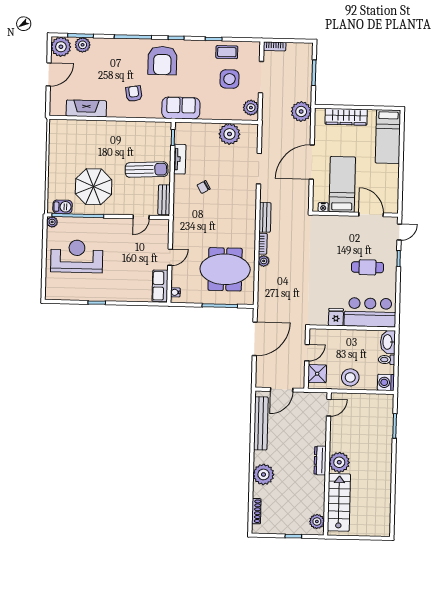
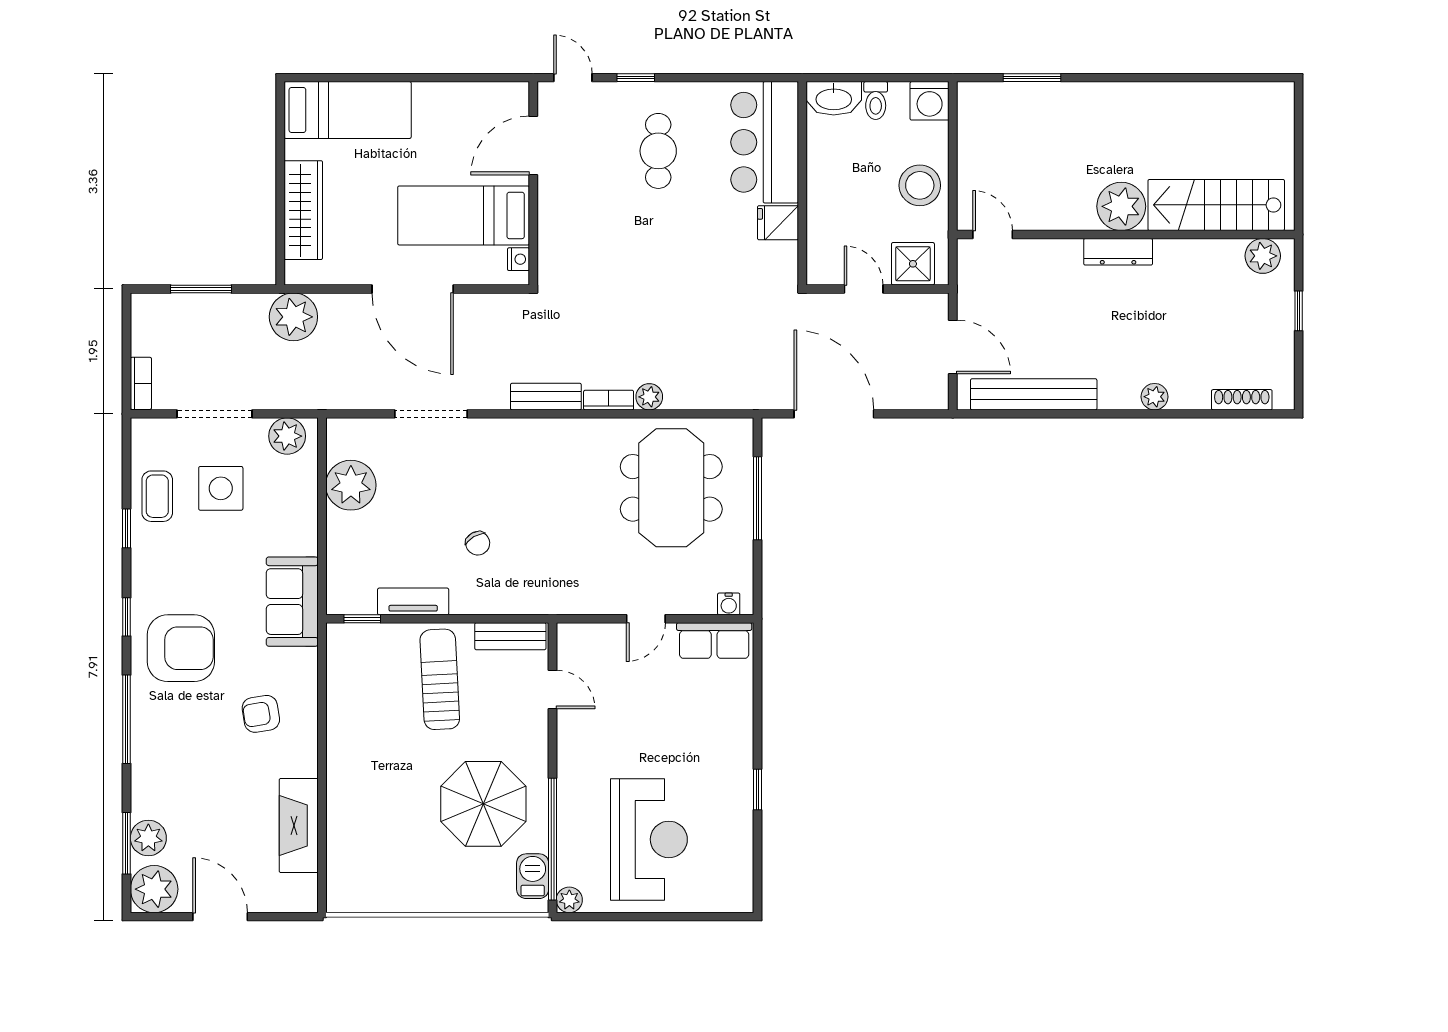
reception desk: (77, 256) -> (649, 839), turned 180
door: (170, 257) -> (646, 619), swing flipped
plant: (263, 474) -> (1154, 397), width x0.53, depth x0.53

